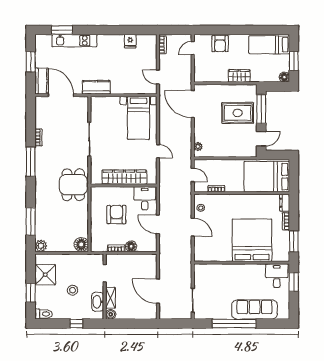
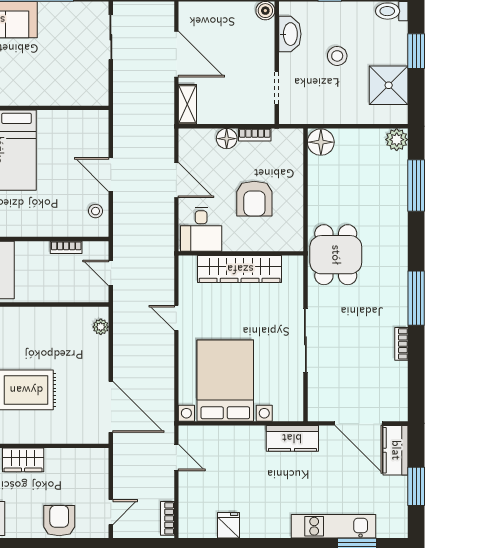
bed with nightstands: (139, 118) -> (225, 381), width x1.36
shelving: (110, 298) -> (187, 104), moved

